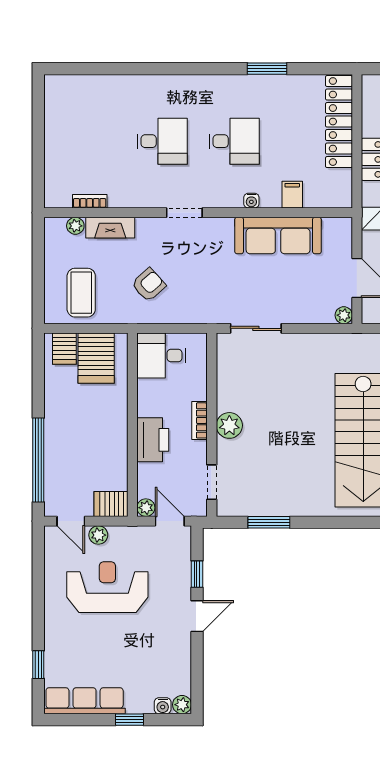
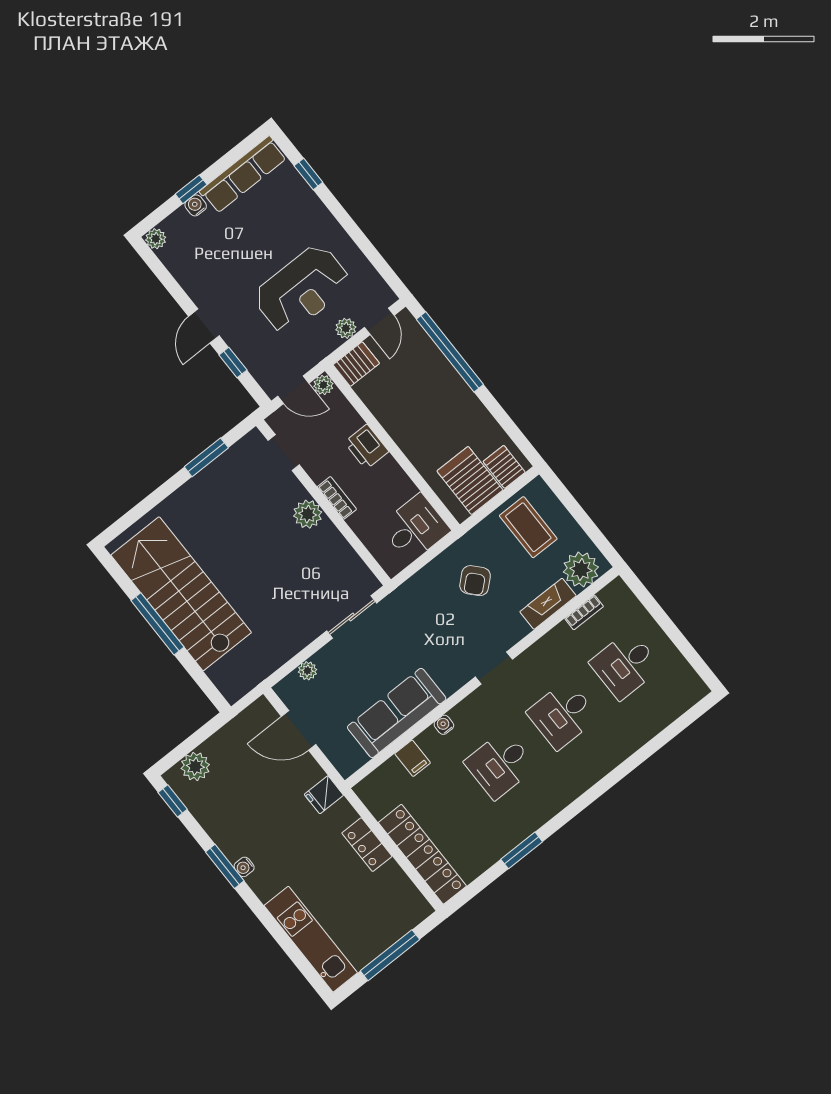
desk: (90, 141) -> (625, 665), added
plant: (75, 226) -> (581, 569), width x1.88, depth x1.88
plant: (344, 315) -> (308, 671), moved
printer: (153, 440) -> (366, 447), width x0.73, depth x0.84
door: (71, 521) -> (379, 321), swing flipped
water cooler: (163, 706) -> (196, 205), moved

